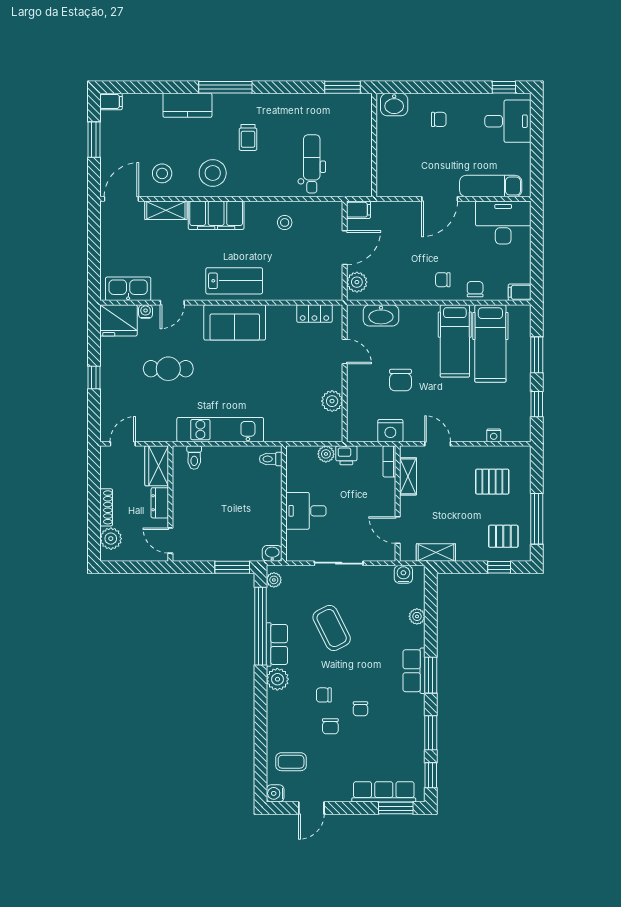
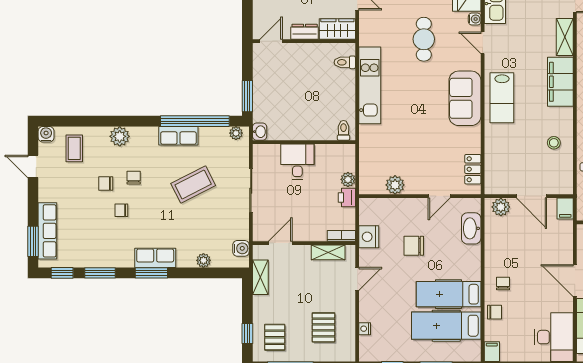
plant: (277, 679) -> (120, 136), moved

